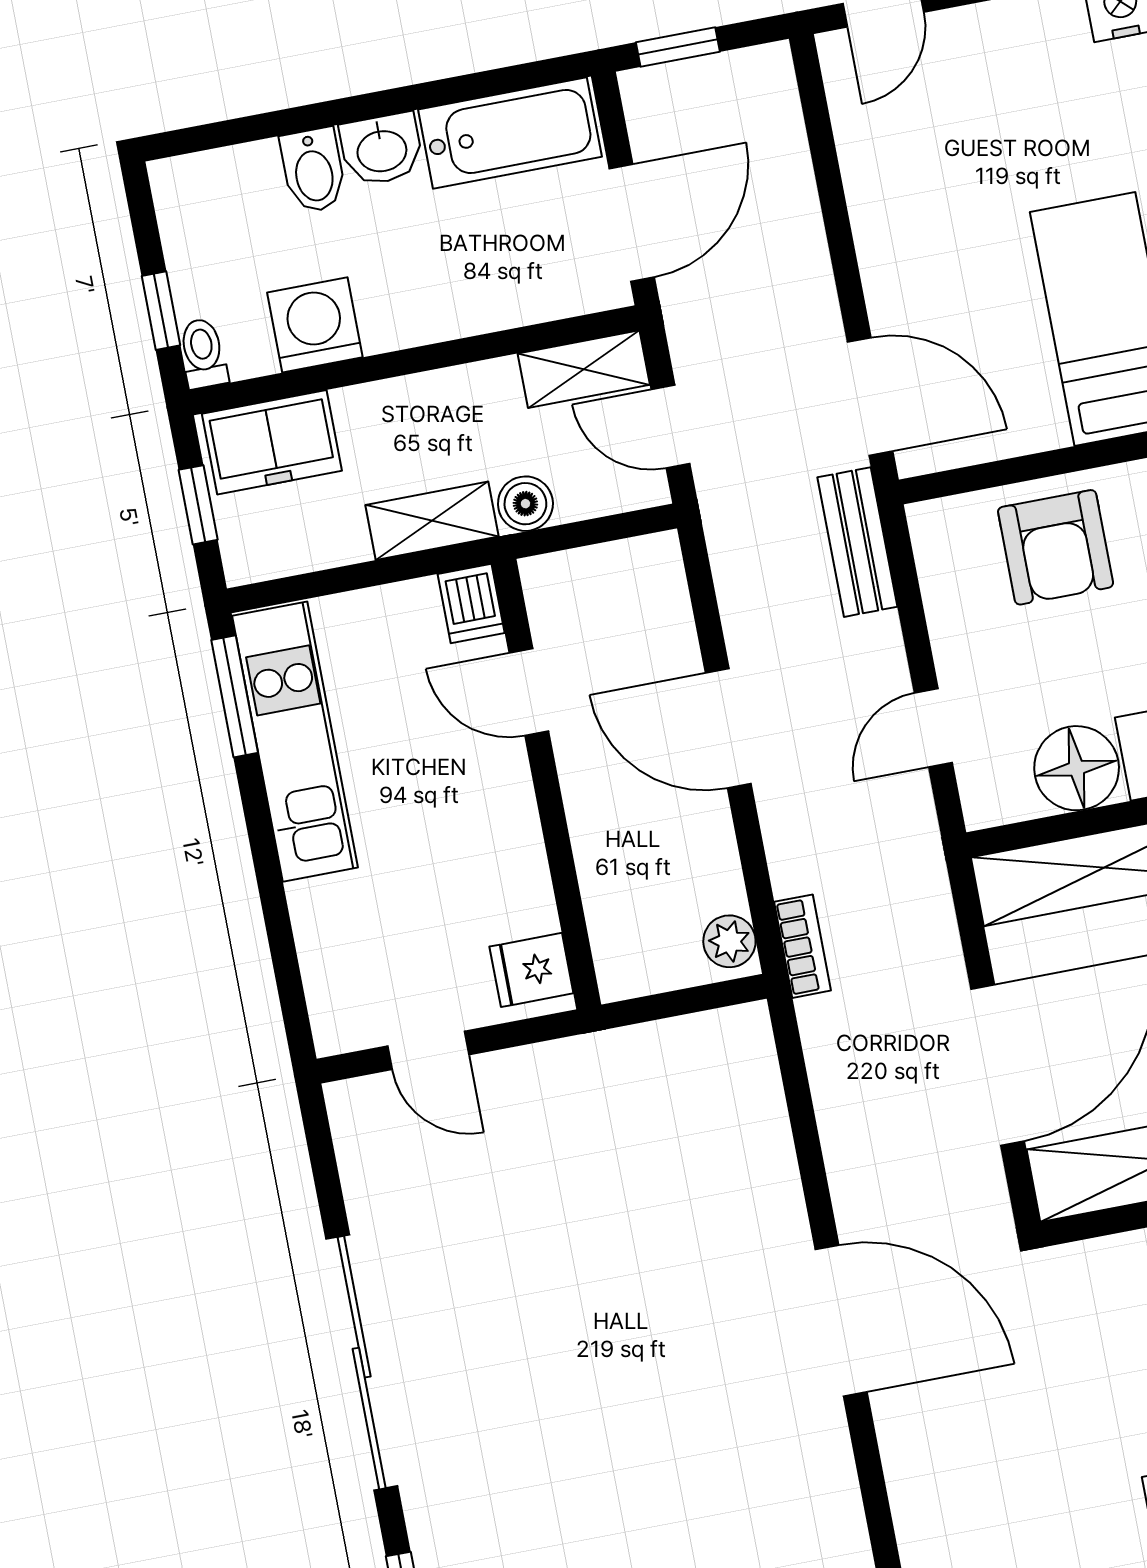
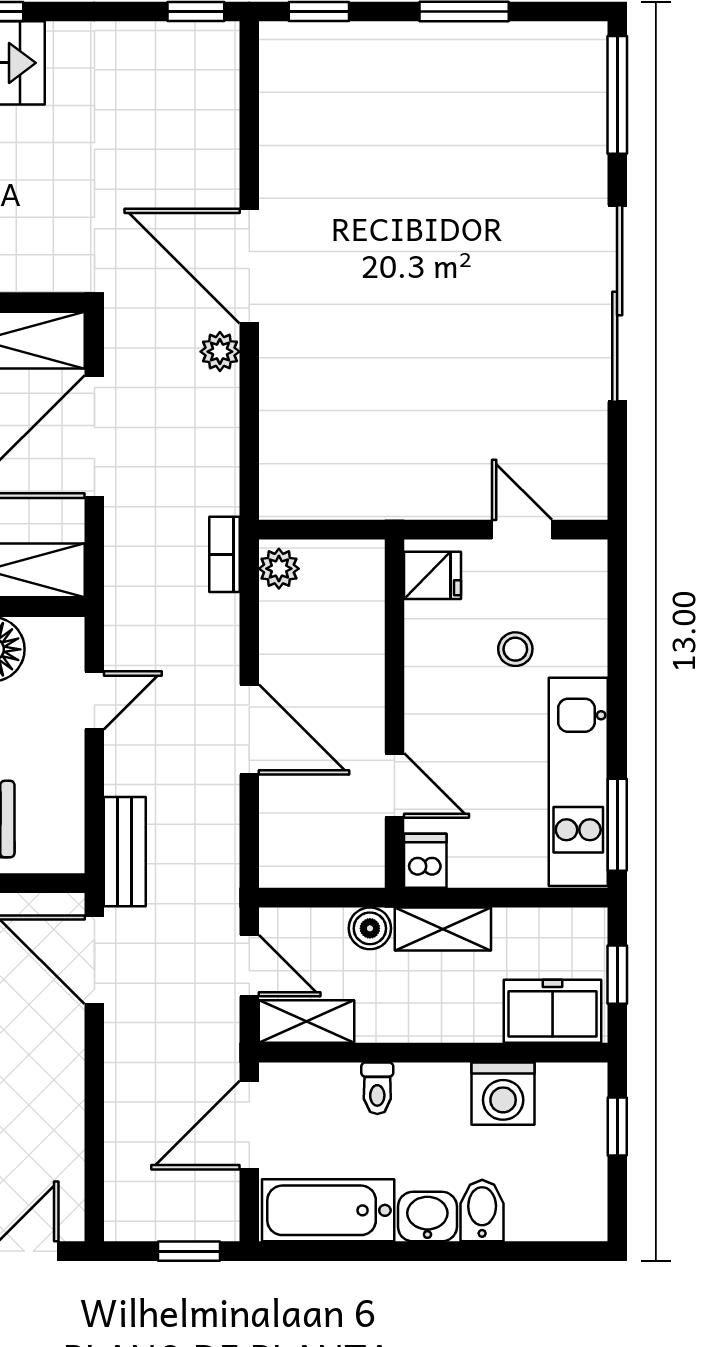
toilet: (203, 353) -> (377, 1088), moved
stool: (408, 896) -> (515, 649), added
plant: (858, 1204) -> (220, 352), added

